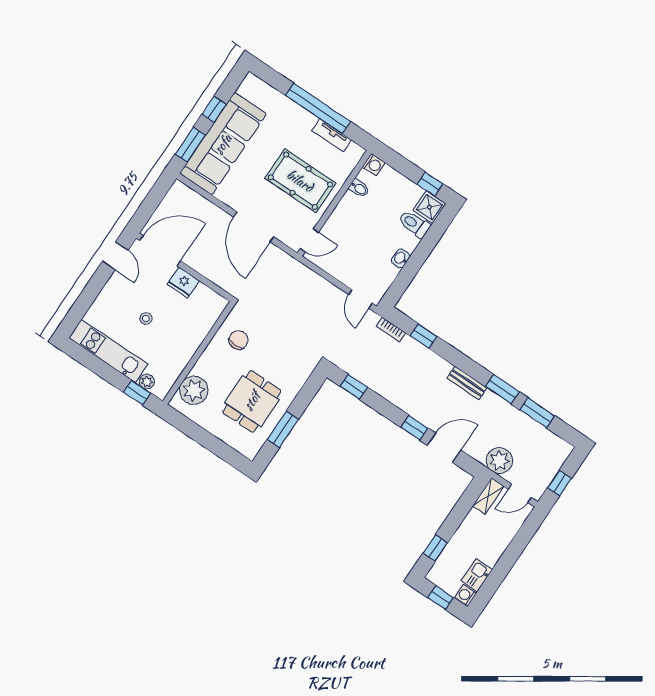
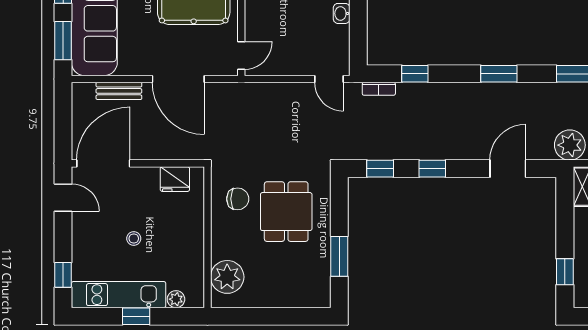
fridge: (183, 282) -> (175, 179), moved
window: (78, 310) -> (63, 275), added
chair: (238, 340) -> (238, 199), turned 90
bench: (467, 383) -> (119, 91), moved
window: (502, 389) -> (499, 74), moved
window: (137, 393) -> (136, 316), moved
dining table: (252, 401) -> (286, 212), moved
window: (414, 428) -> (432, 169), moved

